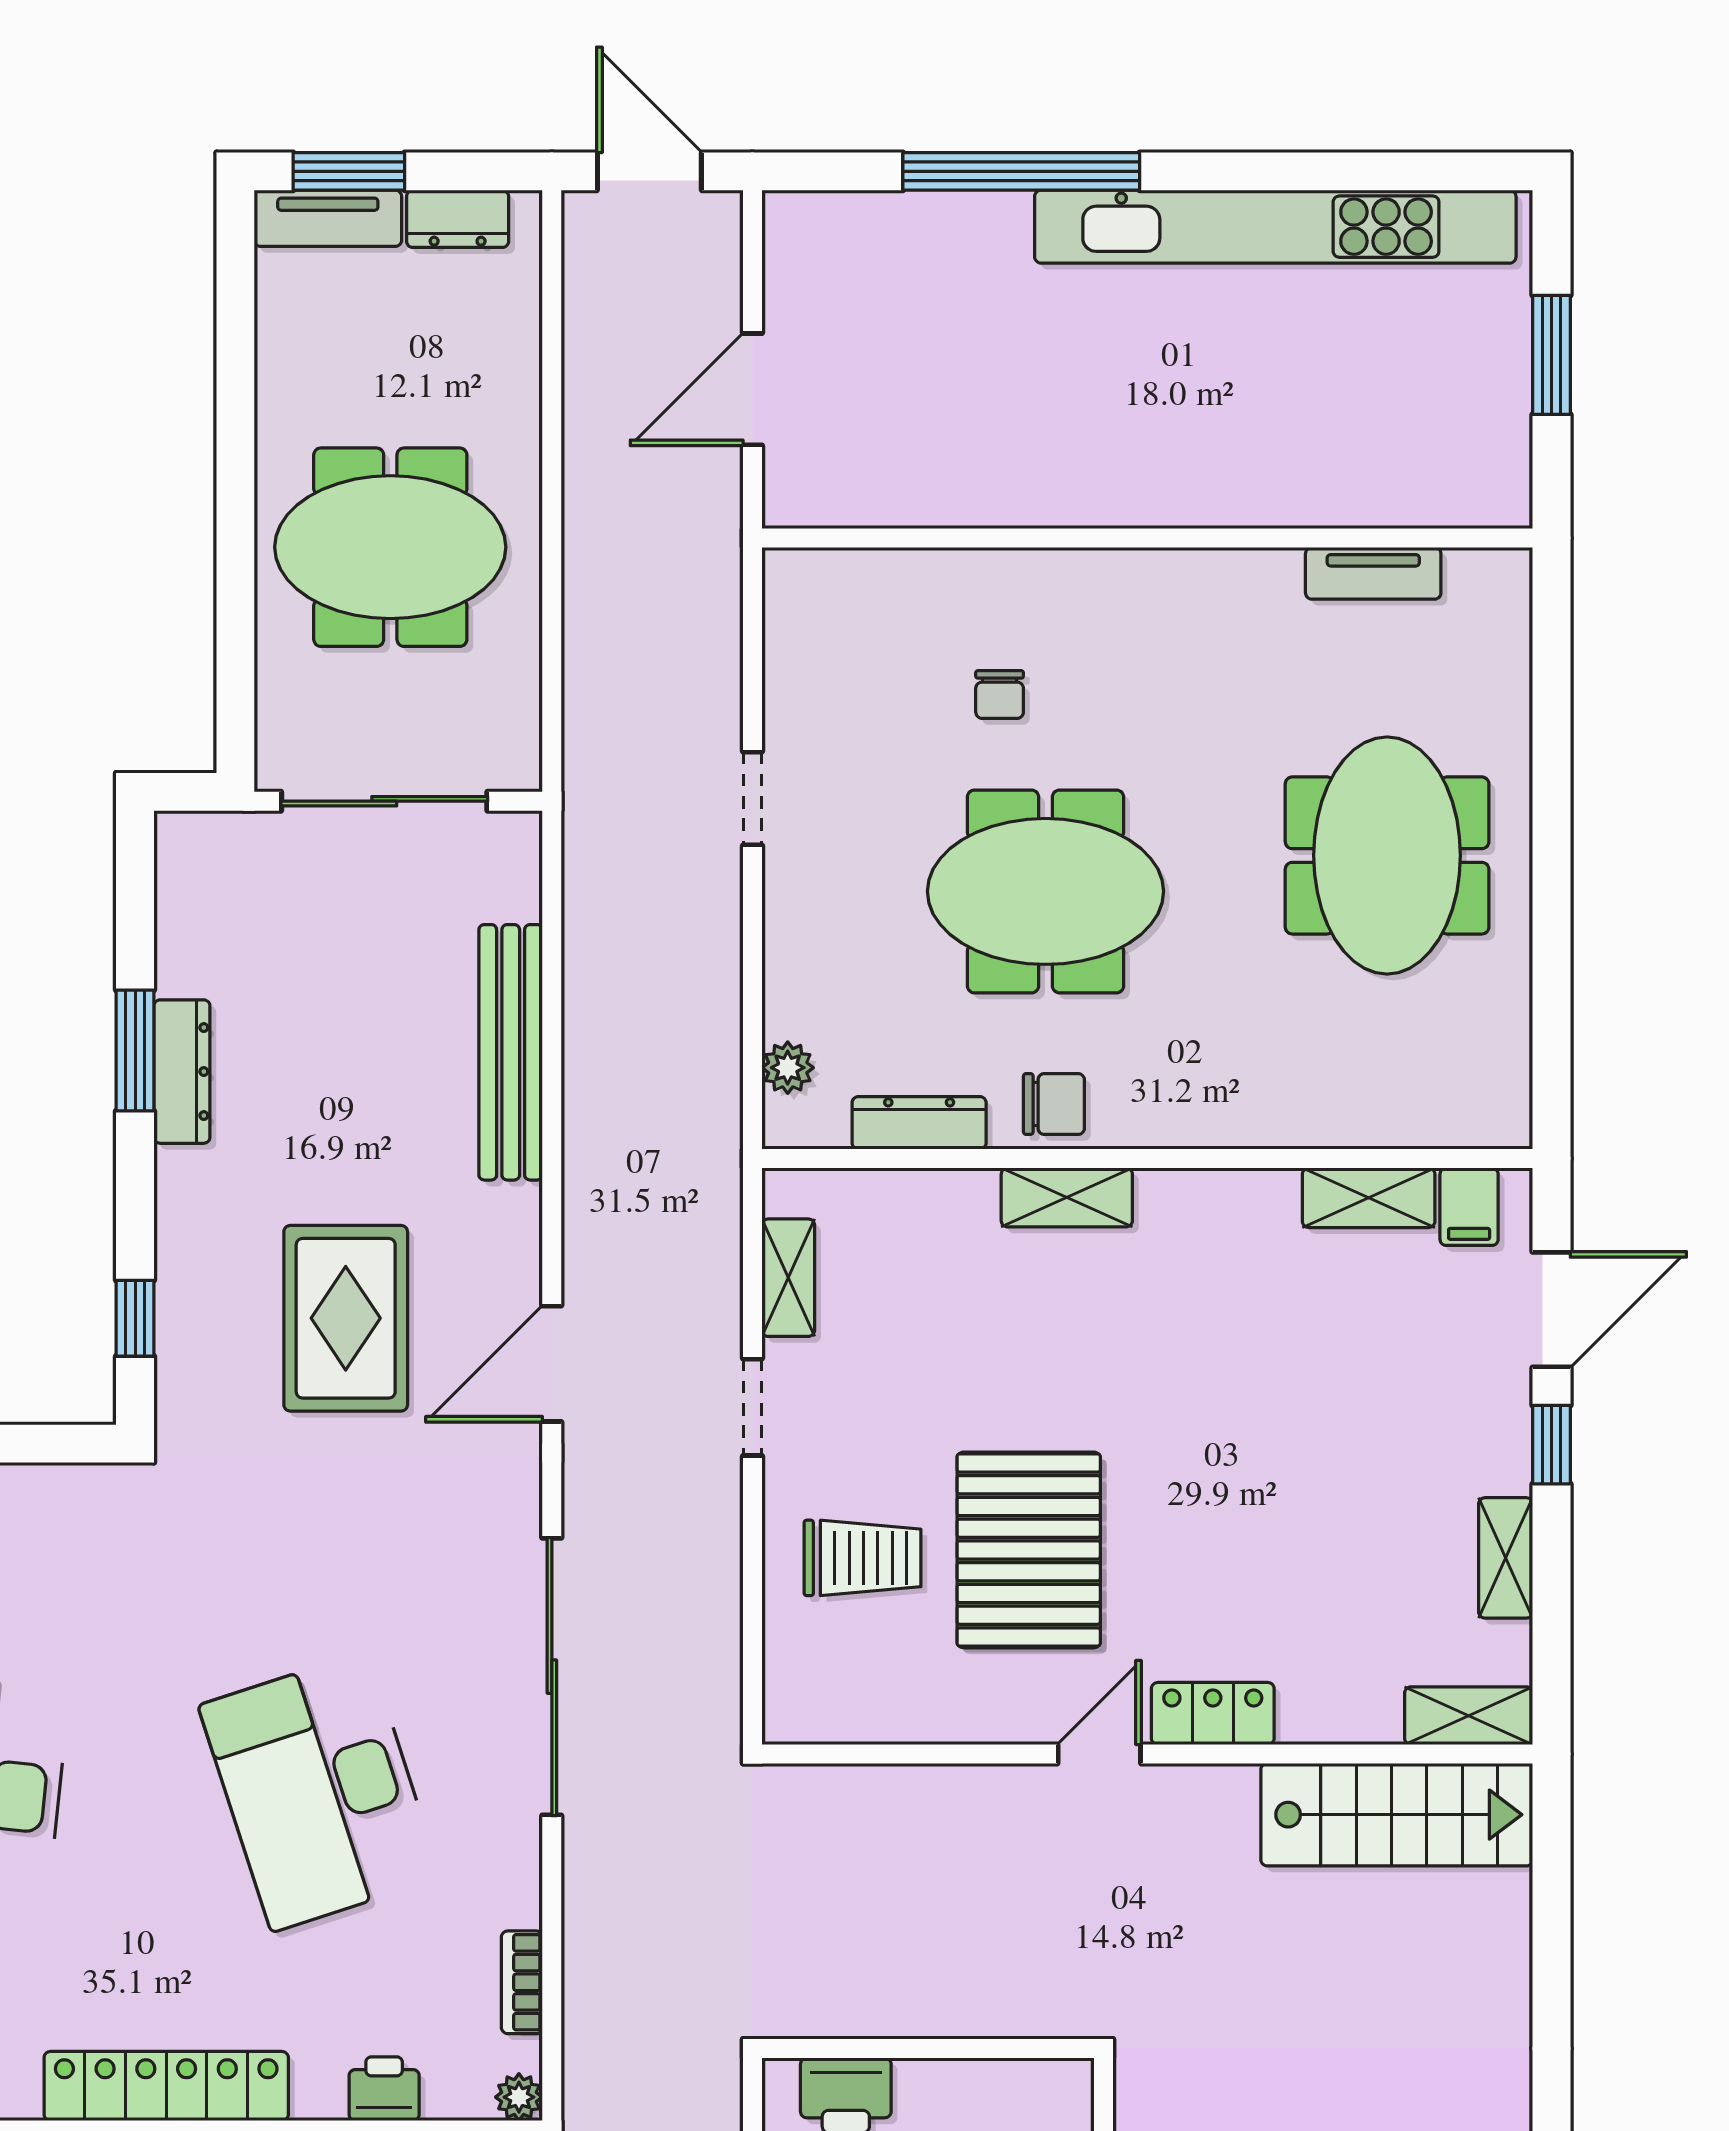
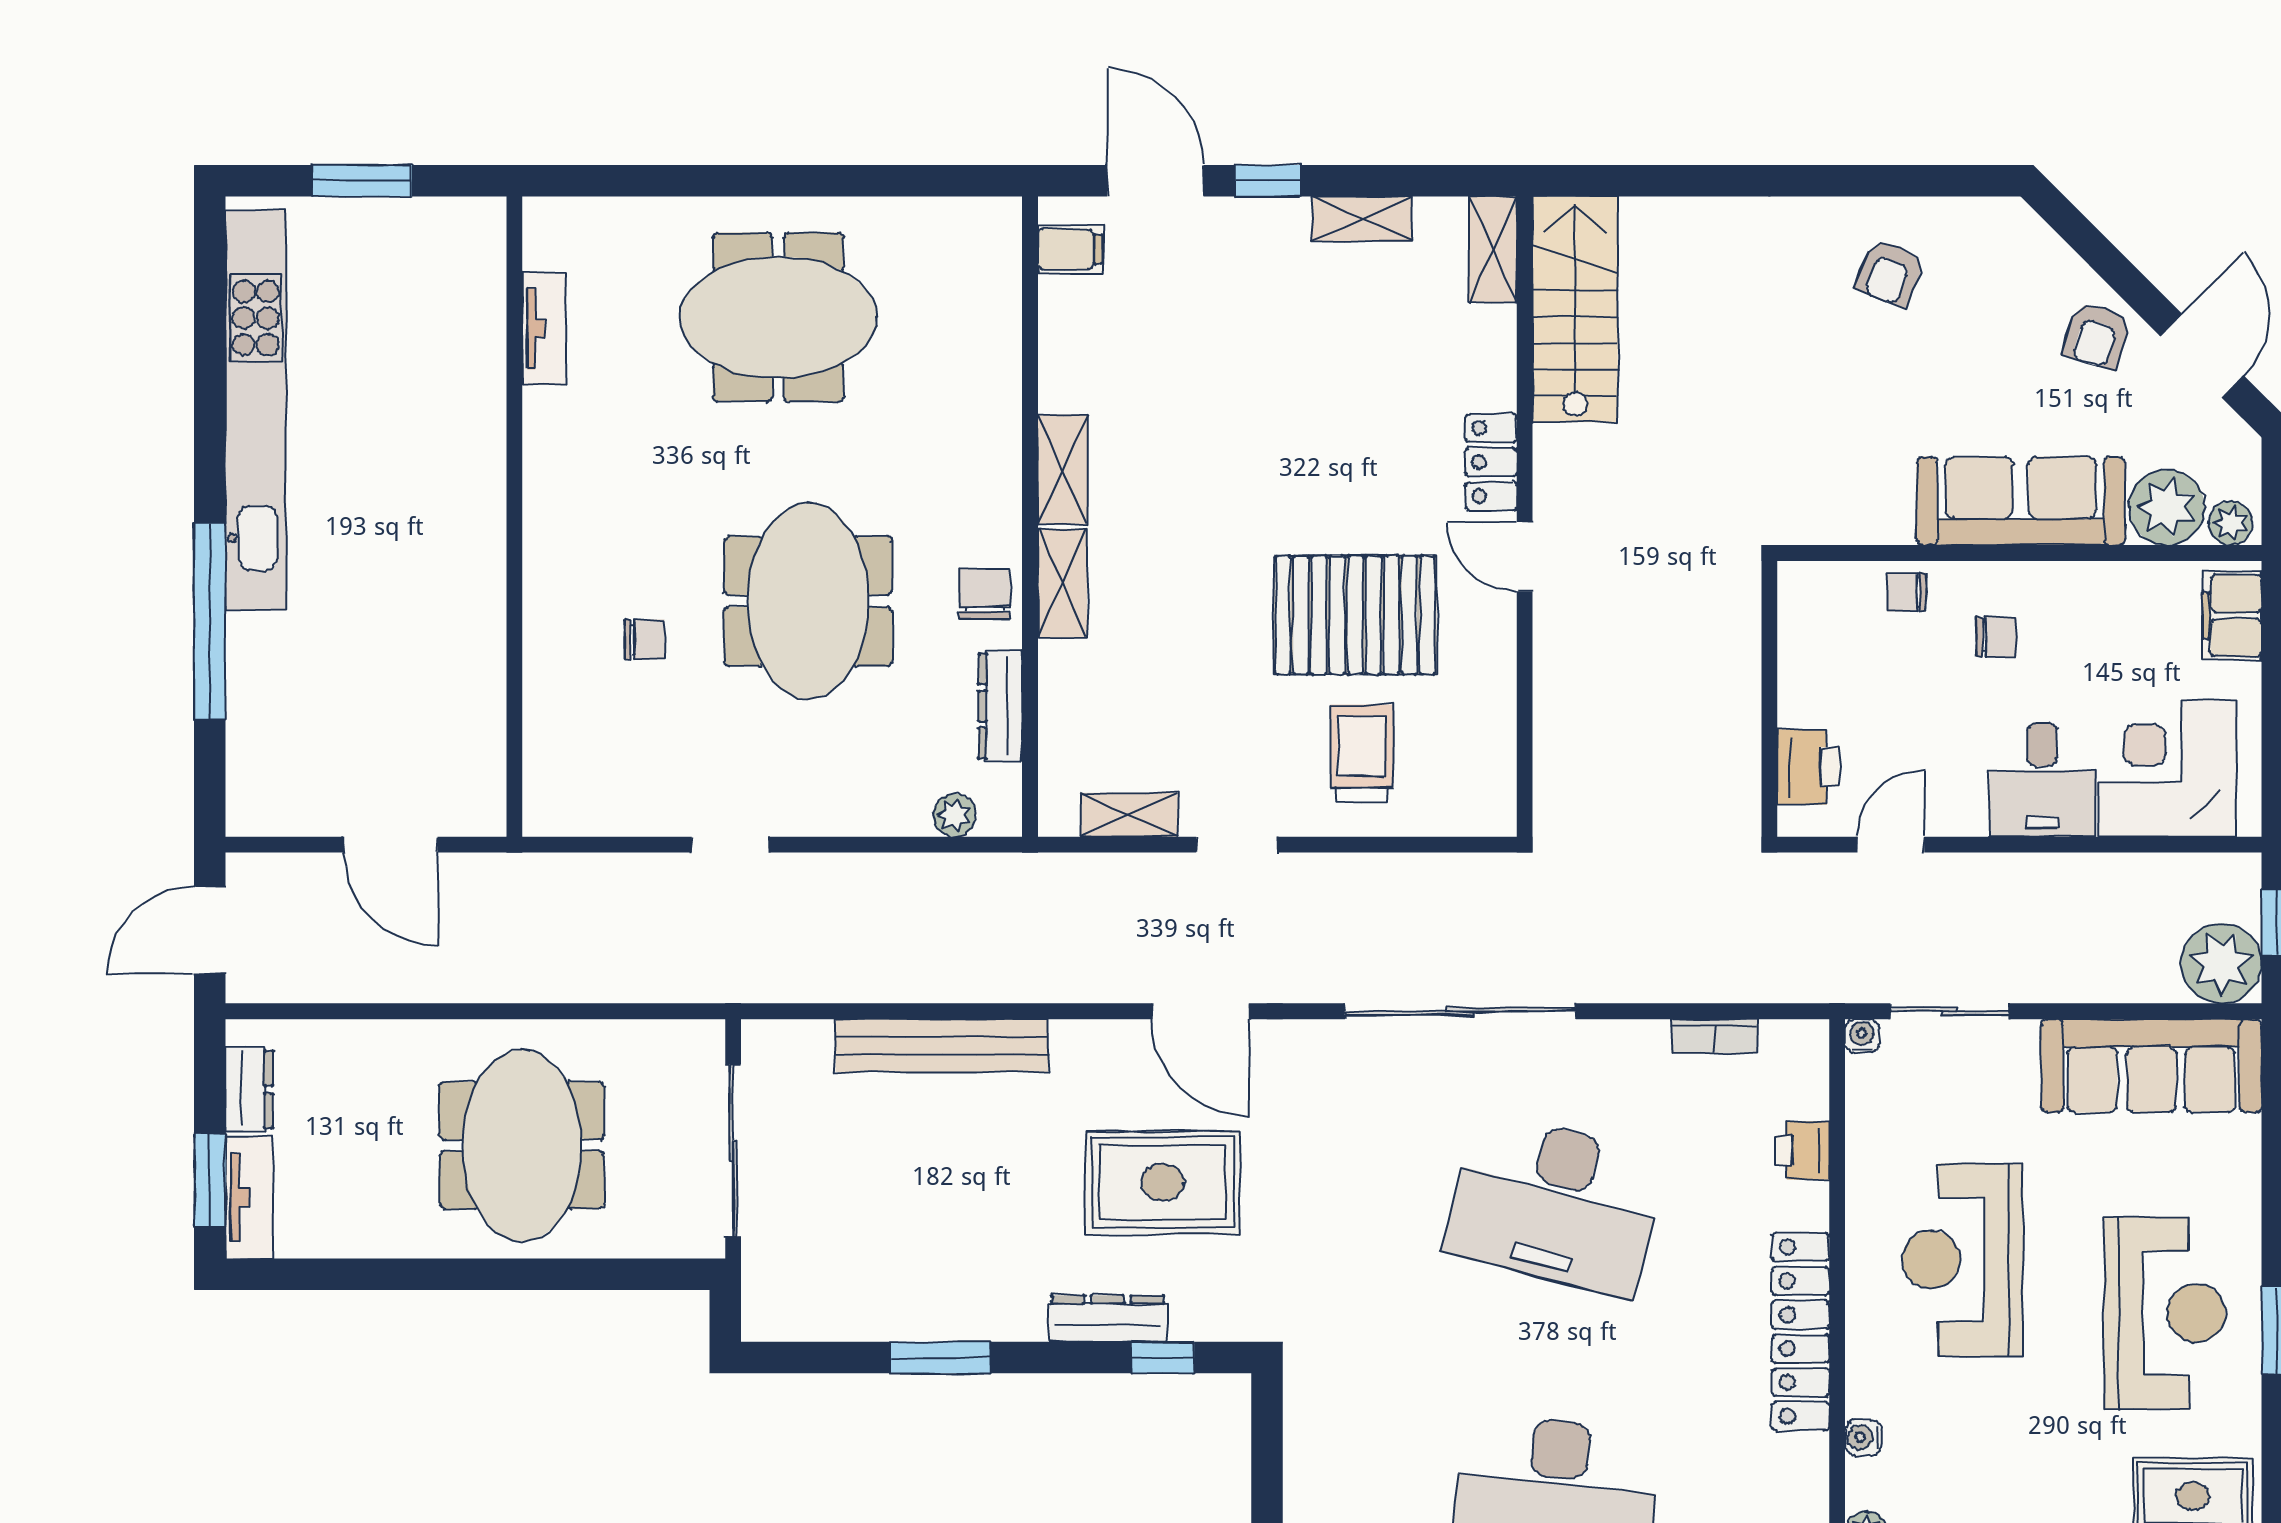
dresser: (182, 1072) -> (1108, 1319), moved
shelving: (1369, 1198) -> (1063, 470), moved
desk: (320, 1792) -> (1556, 1204), turned 33
plant: (519, 2097) -> (1810, 1039), removed

